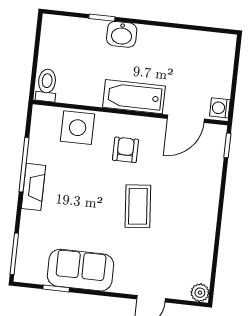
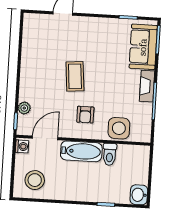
washbasin: (122, 34) -> (139, 195), moved, turned -90
stool: (204, 58) -> (35, 180), added
toilet: (47, 85) -> (110, 154), moved
sofa: (80, 270) -> (143, 47), moved, turned 90
plant: (200, 293) -> (24, 108), moved

